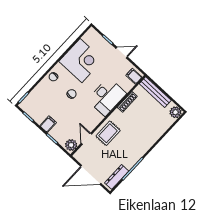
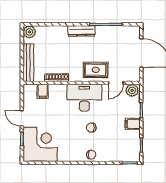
corner desk: (81, 61) -> (40, 144), moved, turned 90
filing cabinet: (134, 76) -> (43, 91), moved
desk: (107, 97) -> (84, 98), moved
dresser: (117, 177) -> (81, 31), moved

